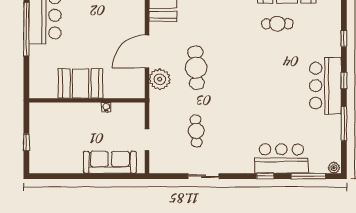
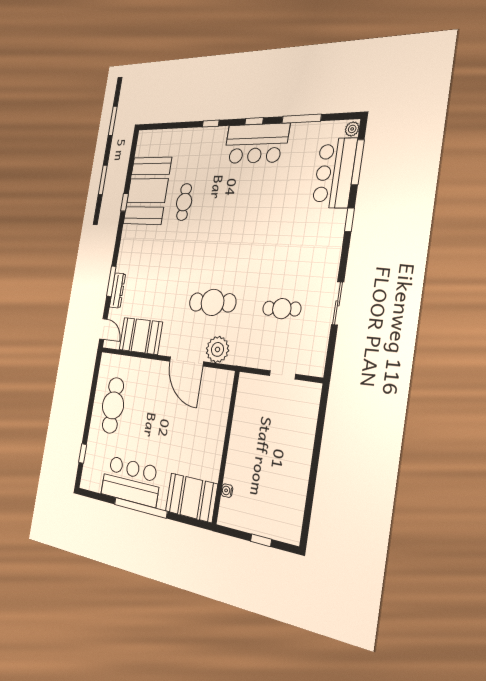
booth: (81, 84) -> (191, 498), moved, turned 90
water cooler: (106, 107) -> (227, 491), moved
bar counter: (281, 159) -> (335, 173), moved
sofa: (110, 162) -> (302, 430), removed

